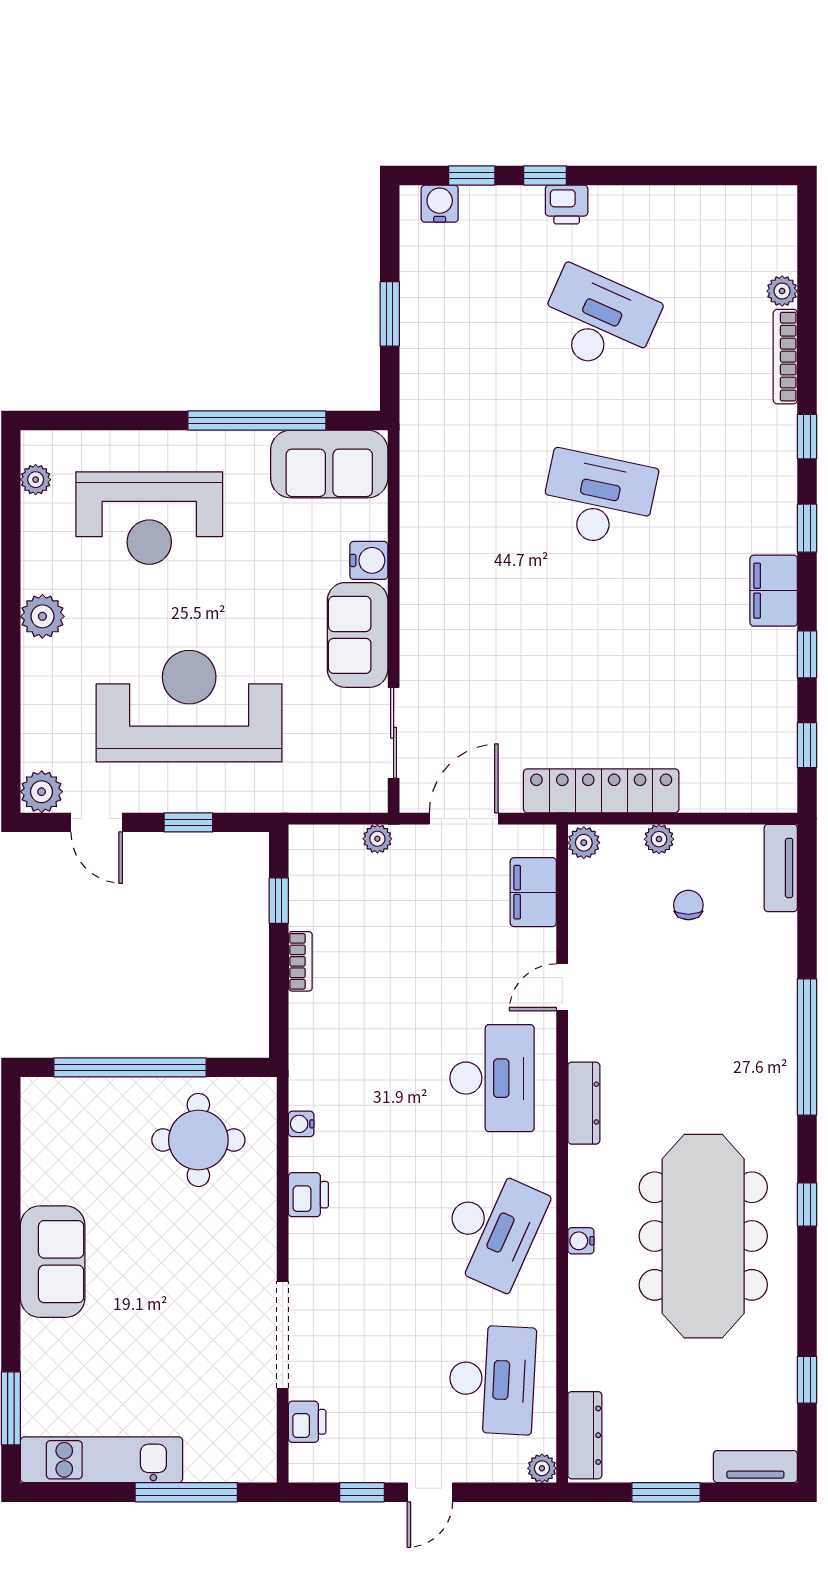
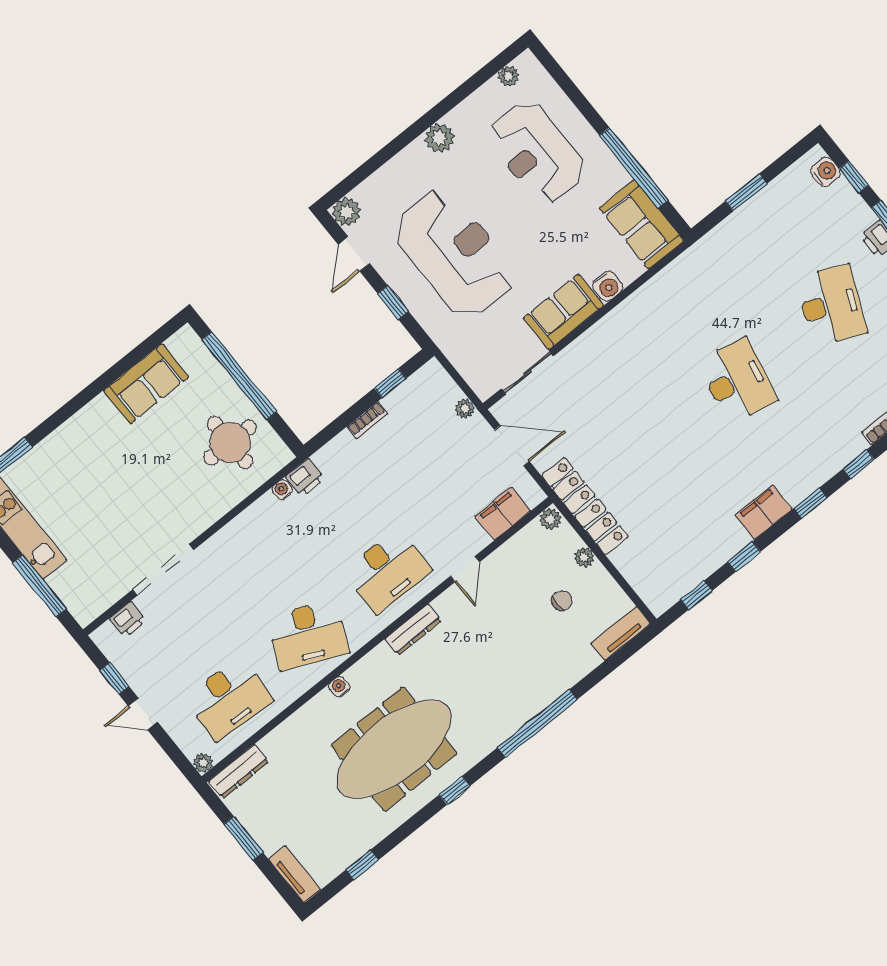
door: (562, 987) -> (465, 569), swing flipped
printer: (308, 1195) -> (305, 478), moved
sofa: (53, 1262) -> (146, 384), moved

